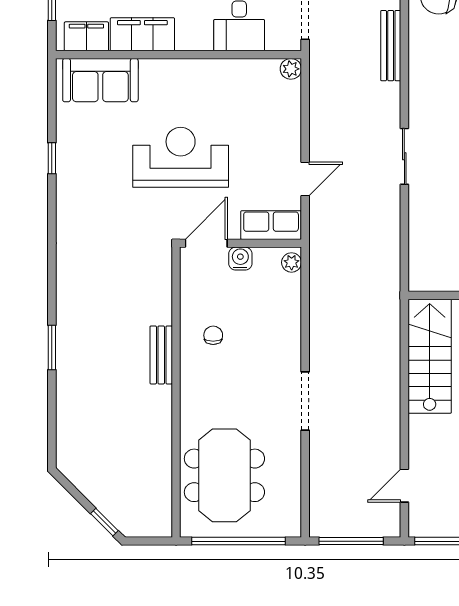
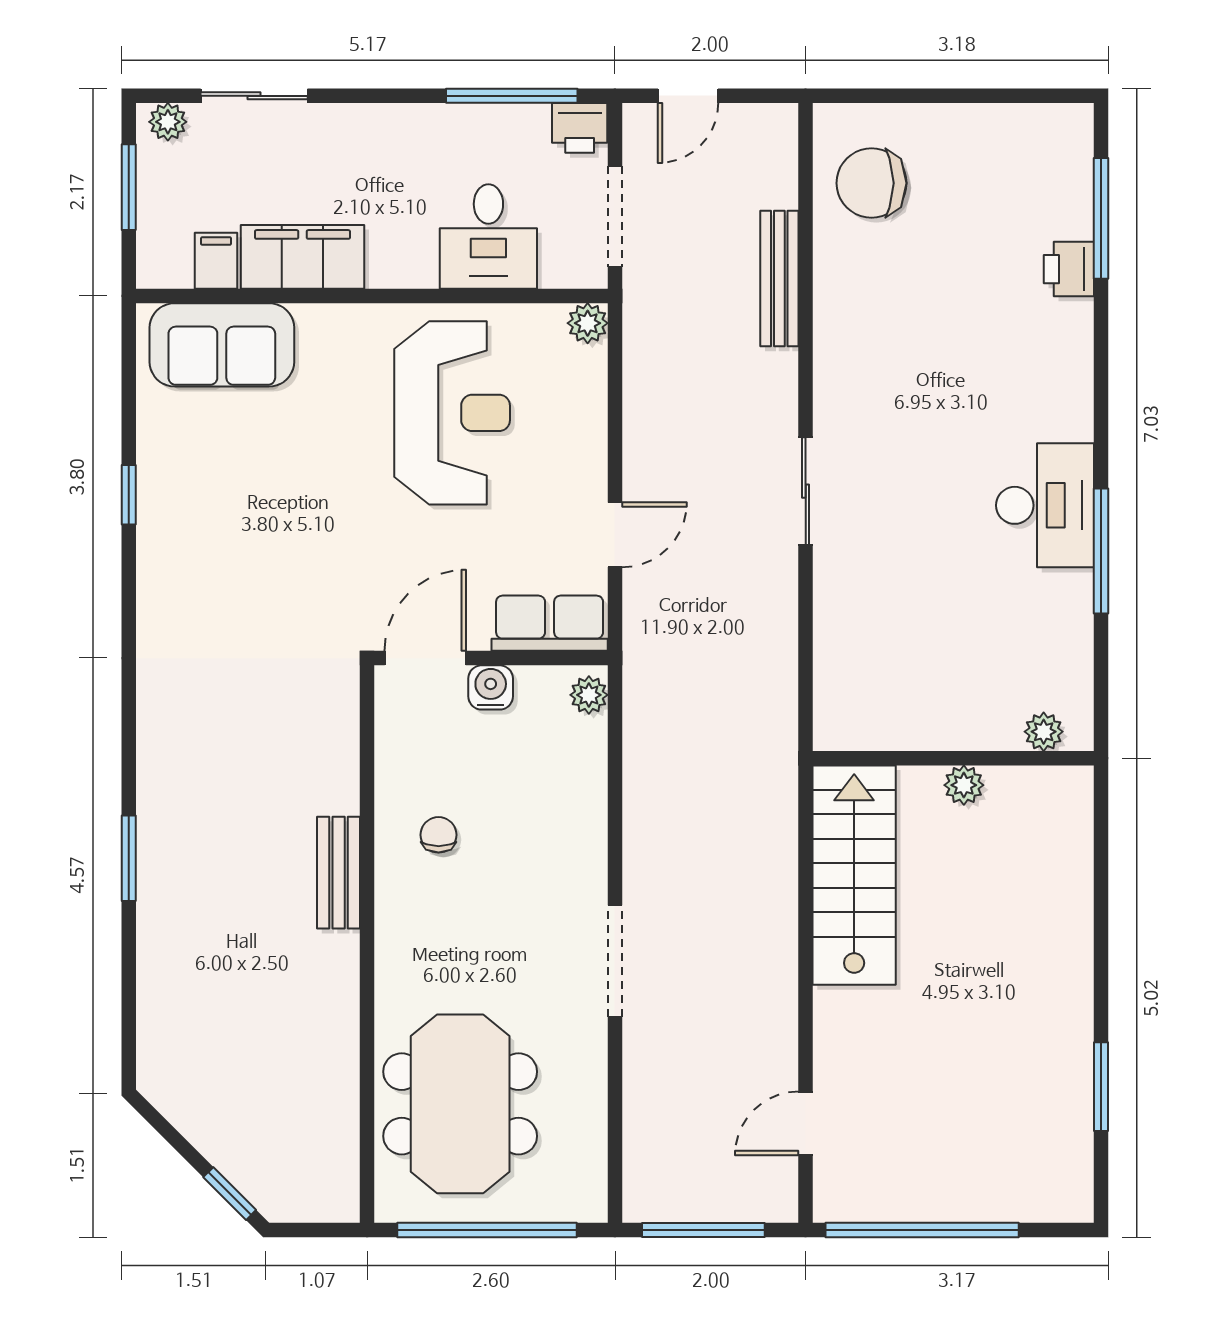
filing cabinet: (86, 36) -> (216, 261), width x0.50
reception desk: (181, 157) -> (452, 413), moved, turned 90

